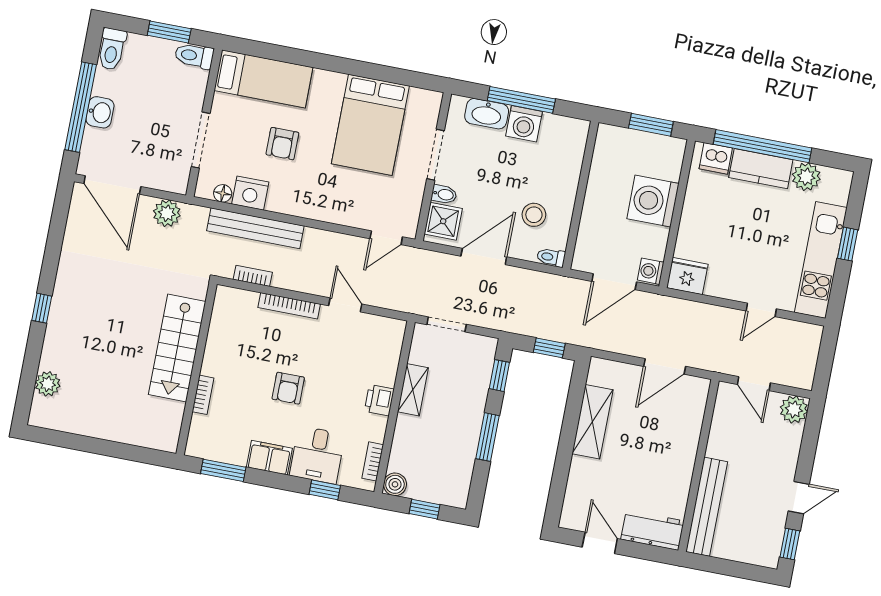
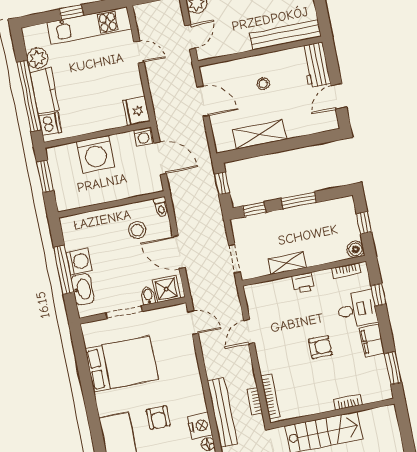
armchair: (282, 144) -> (158, 418), turned 90
bookcase: (289, 306) -> (270, 396), moved
stool: (656, 453) -> (263, 84), added

